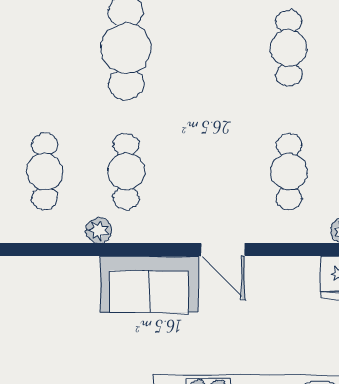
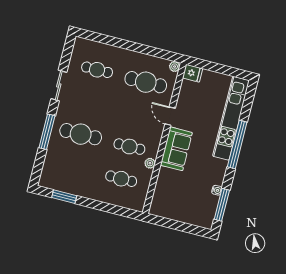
cafe table: (289, 171) -> (146, 82), width x1.37, depth x1.35
door: (223, 250) -> (170, 116), swing flipped

